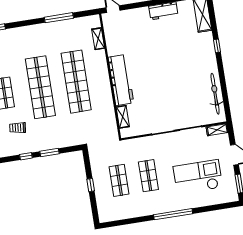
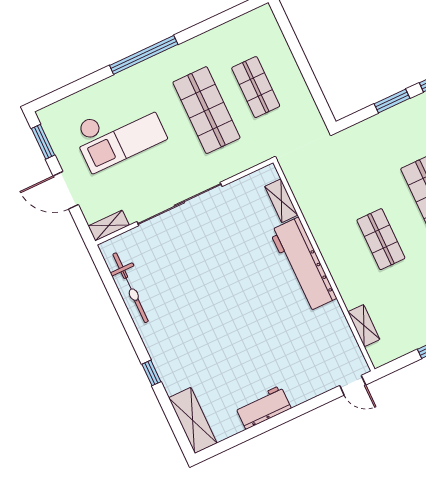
shop shelf: (76, 82) -> (381, 239), width x0.50, depth x0.74
shop shelf: (148, 176) -> (206, 110), width x1.43, depth x1.36
window: (91, 185) -> (303, 64), removed

